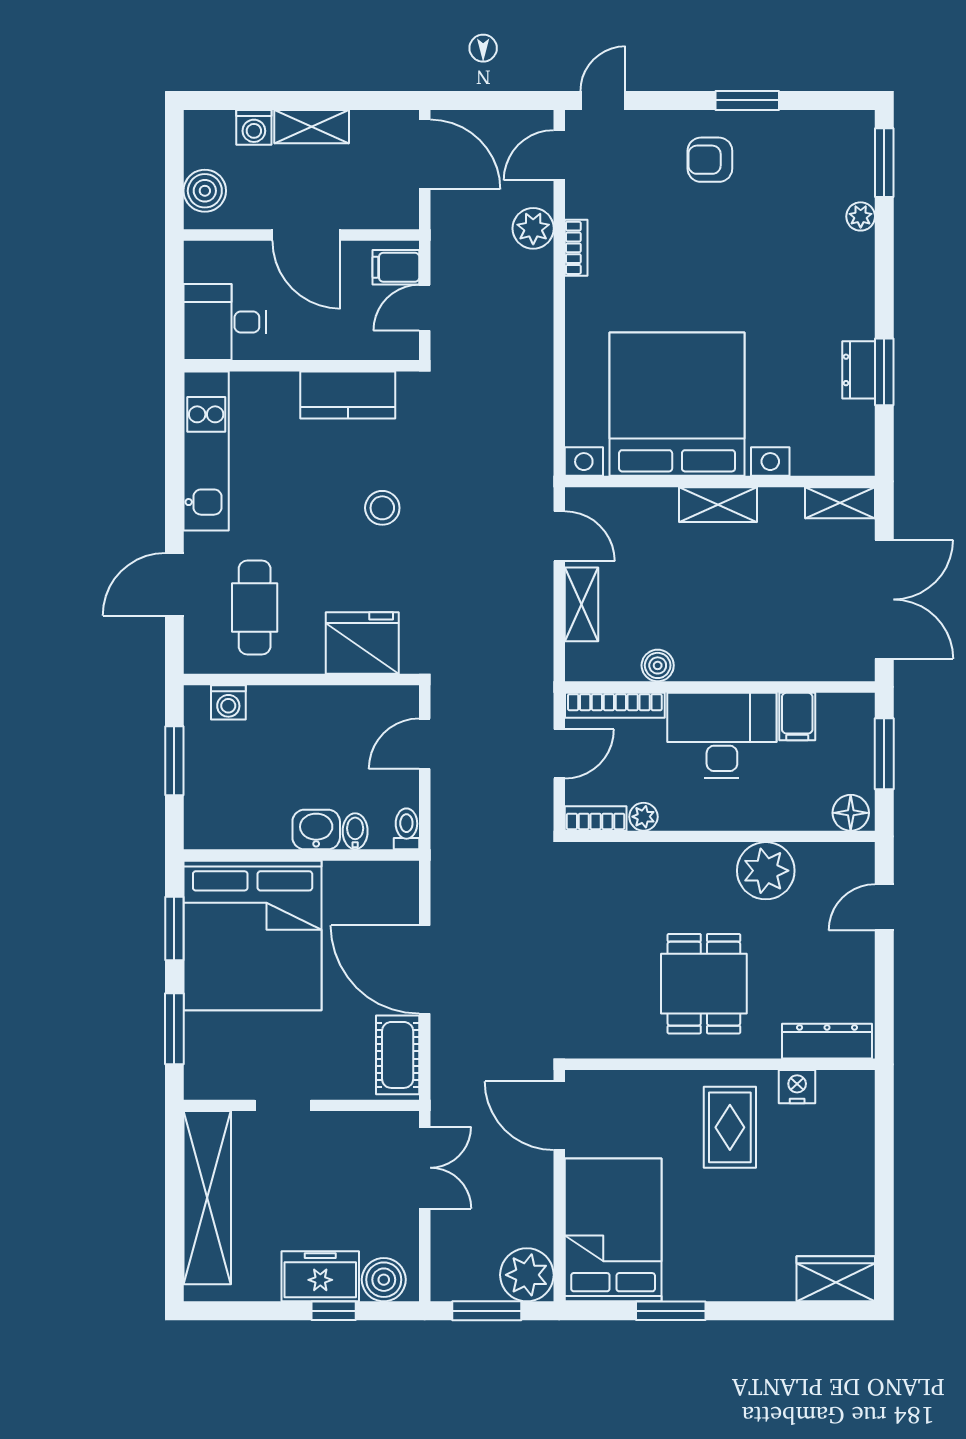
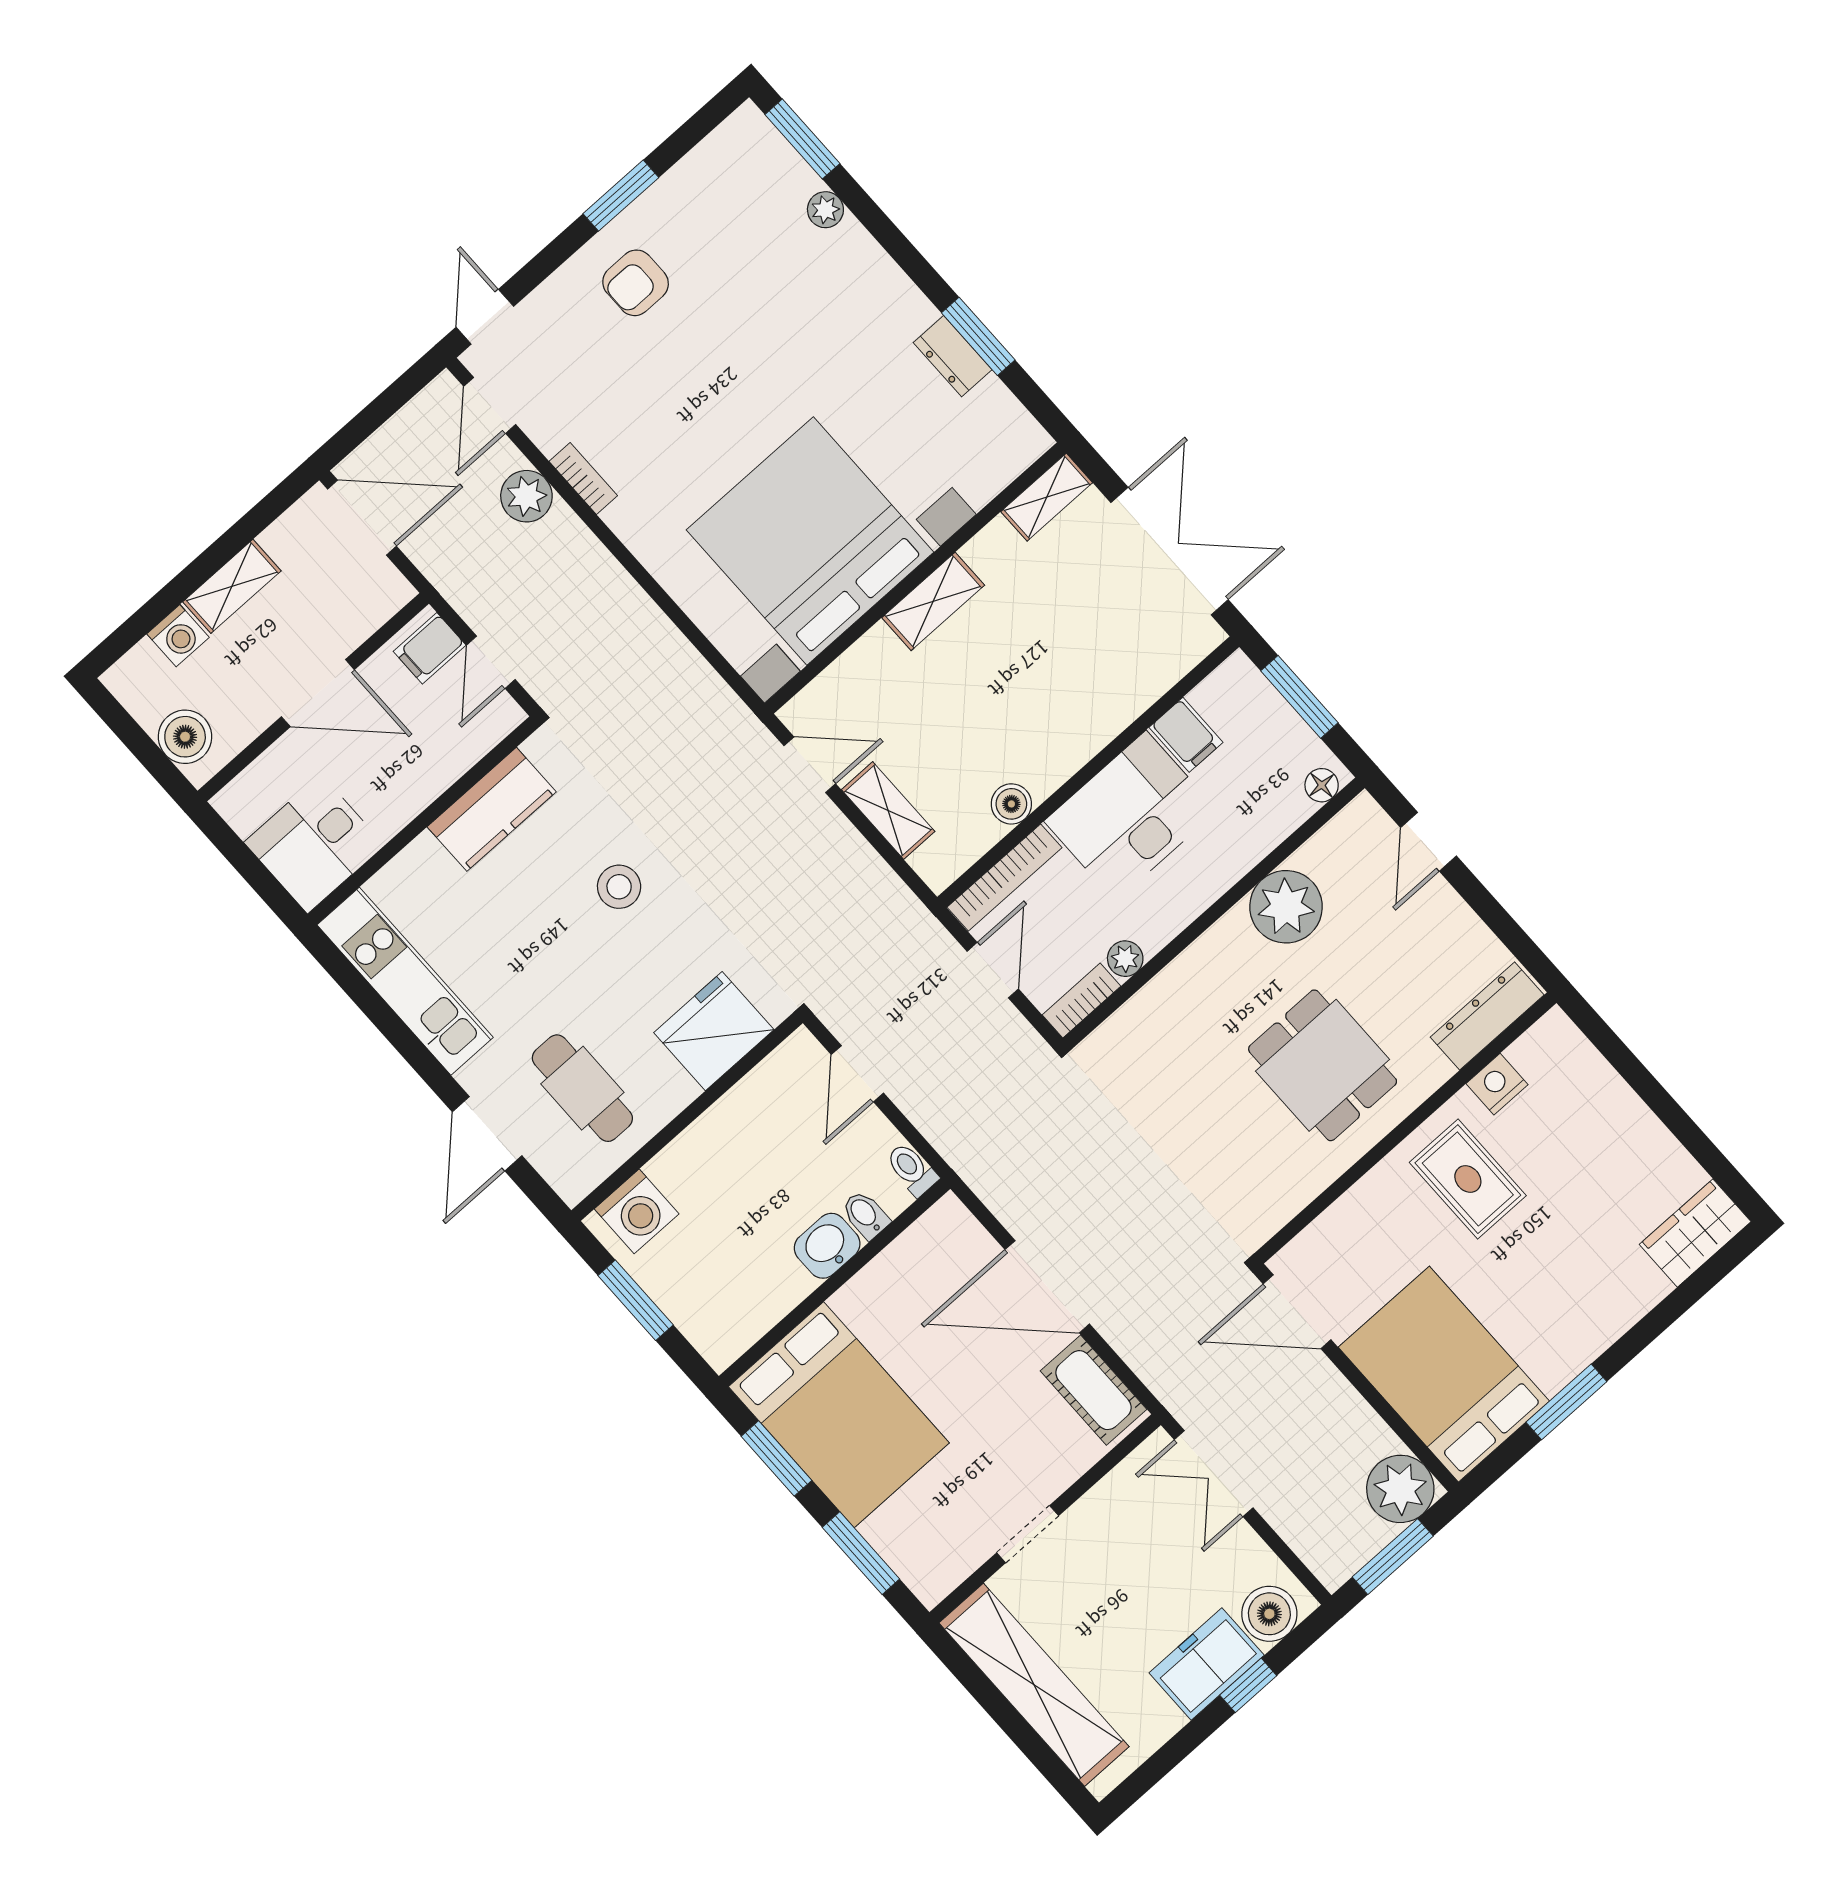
washing machine: (228, 702) -> (637, 1211), width x1.38, depth x1.38
floor lamp: (851, 813) -> (1322, 785), width x0.73, depth x0.73
bed: (253, 935) -> (839, 1415), width x0.73
double door: (425, 1168) -> (1214, 1474), swing flipped

